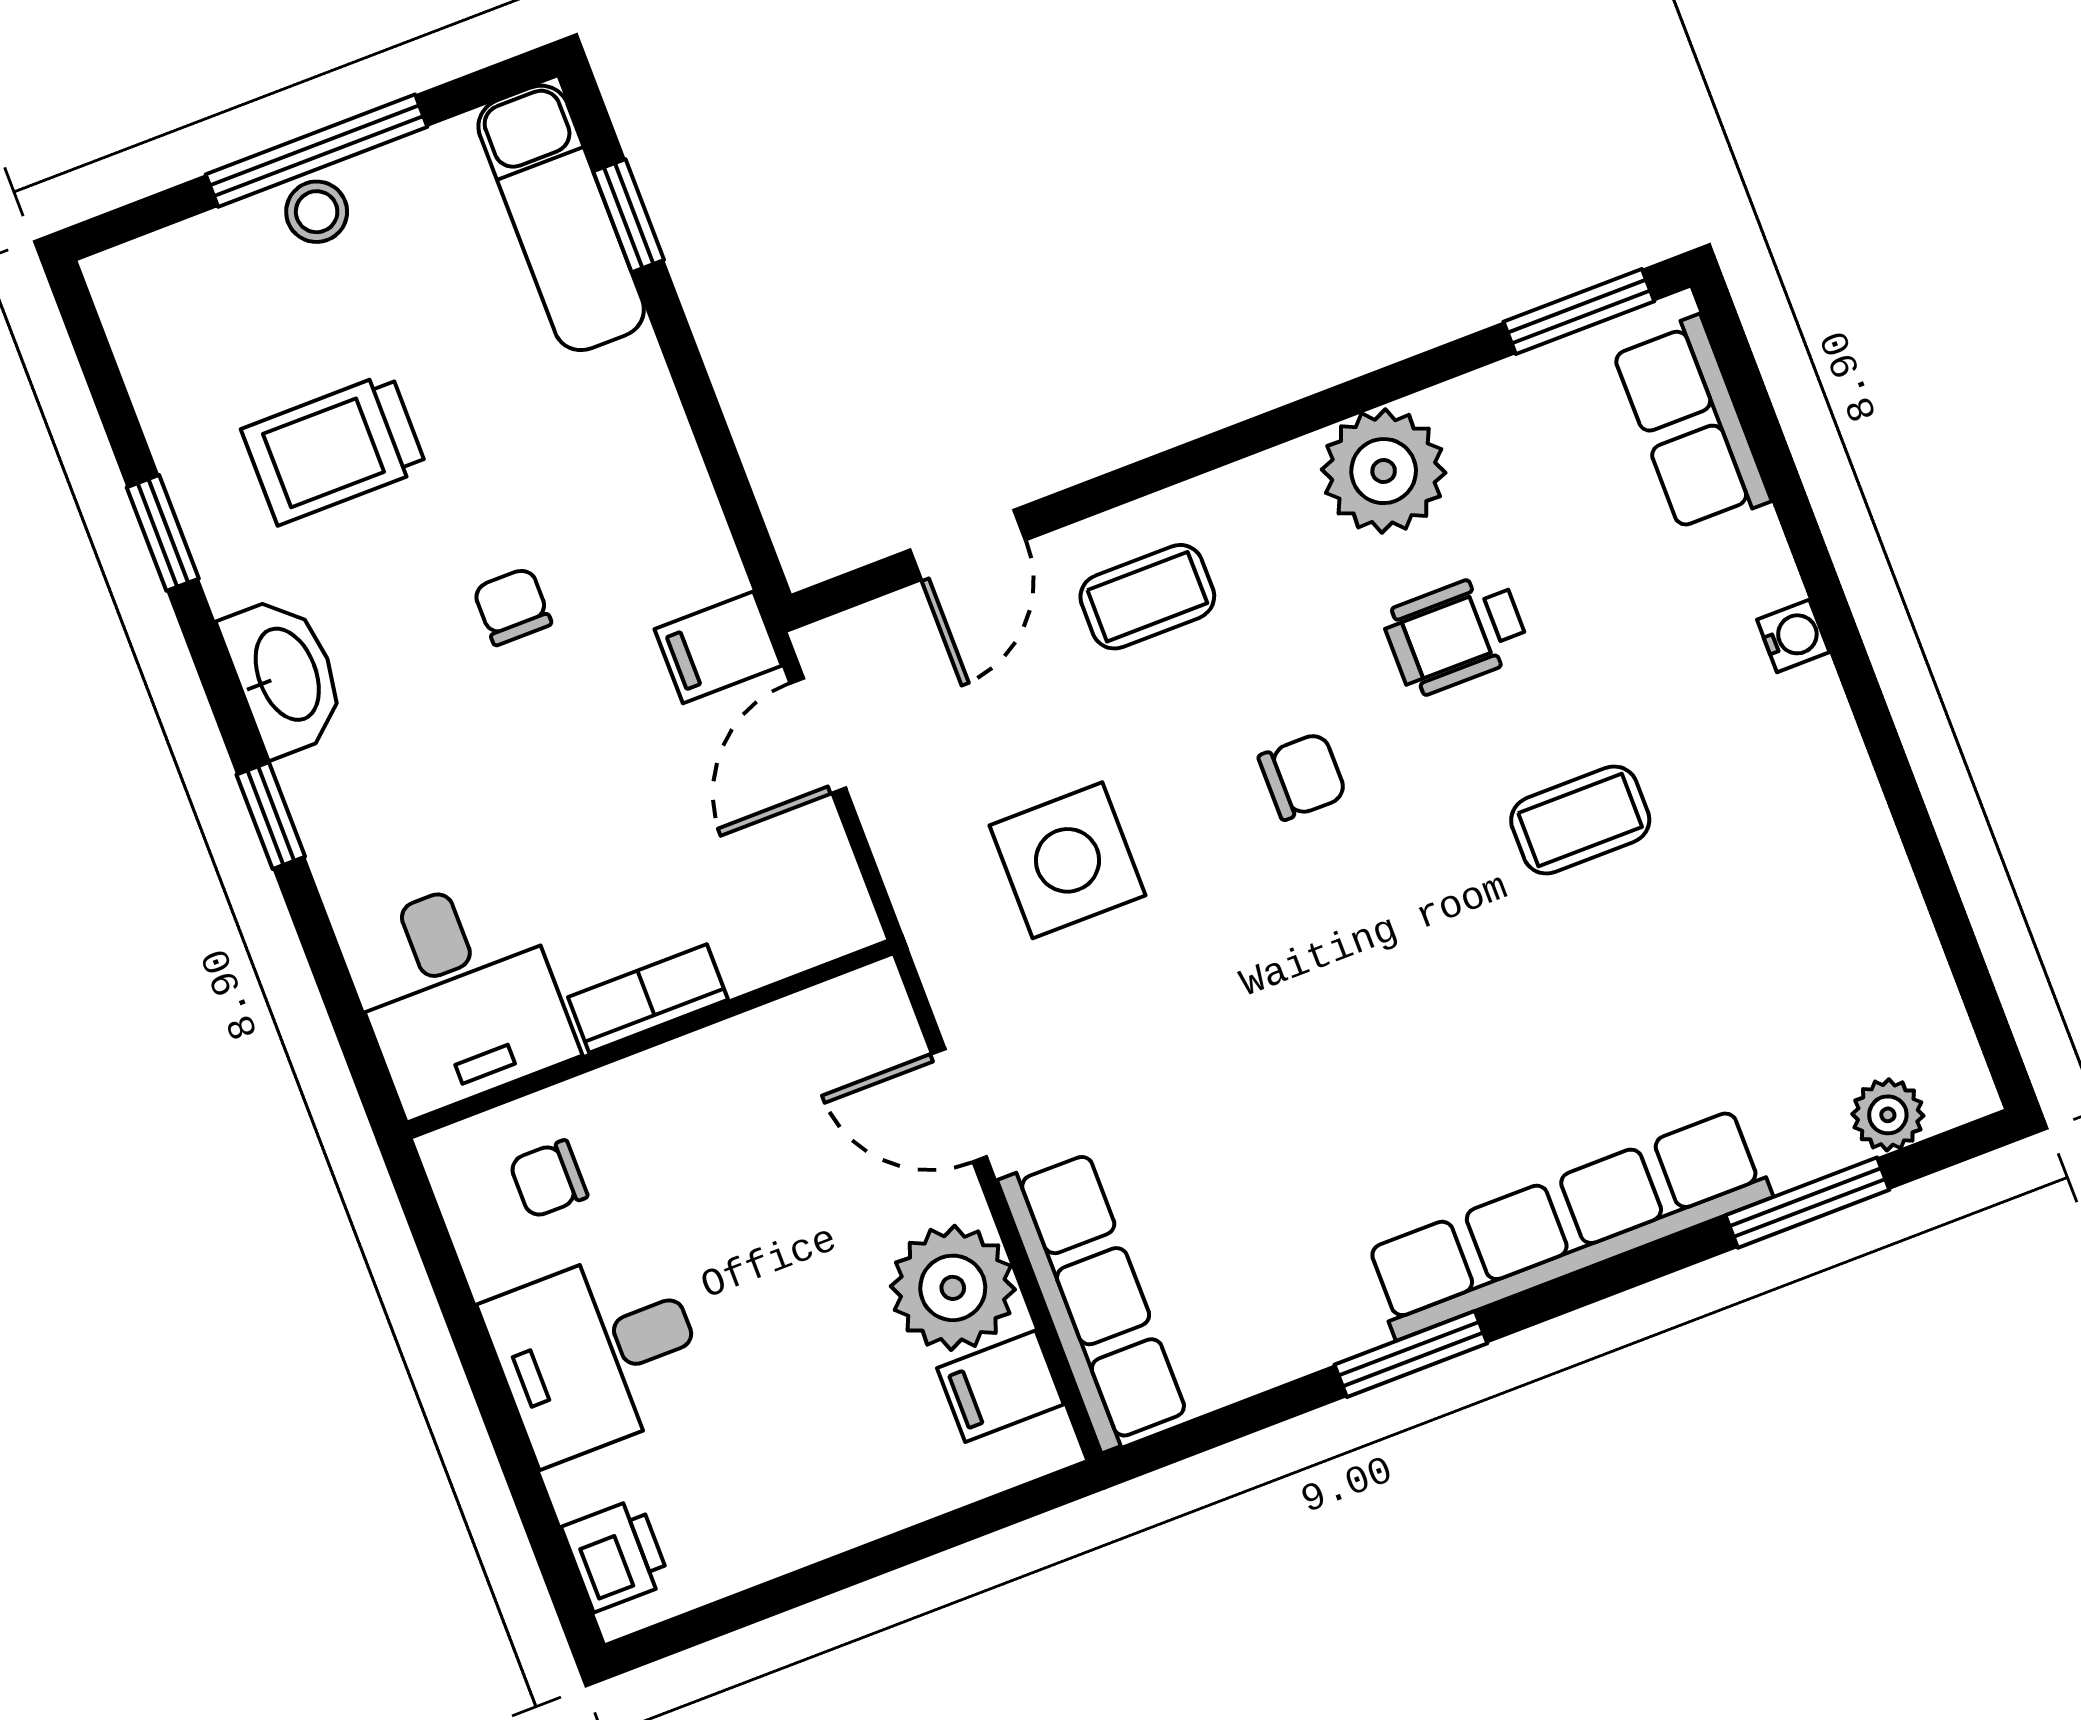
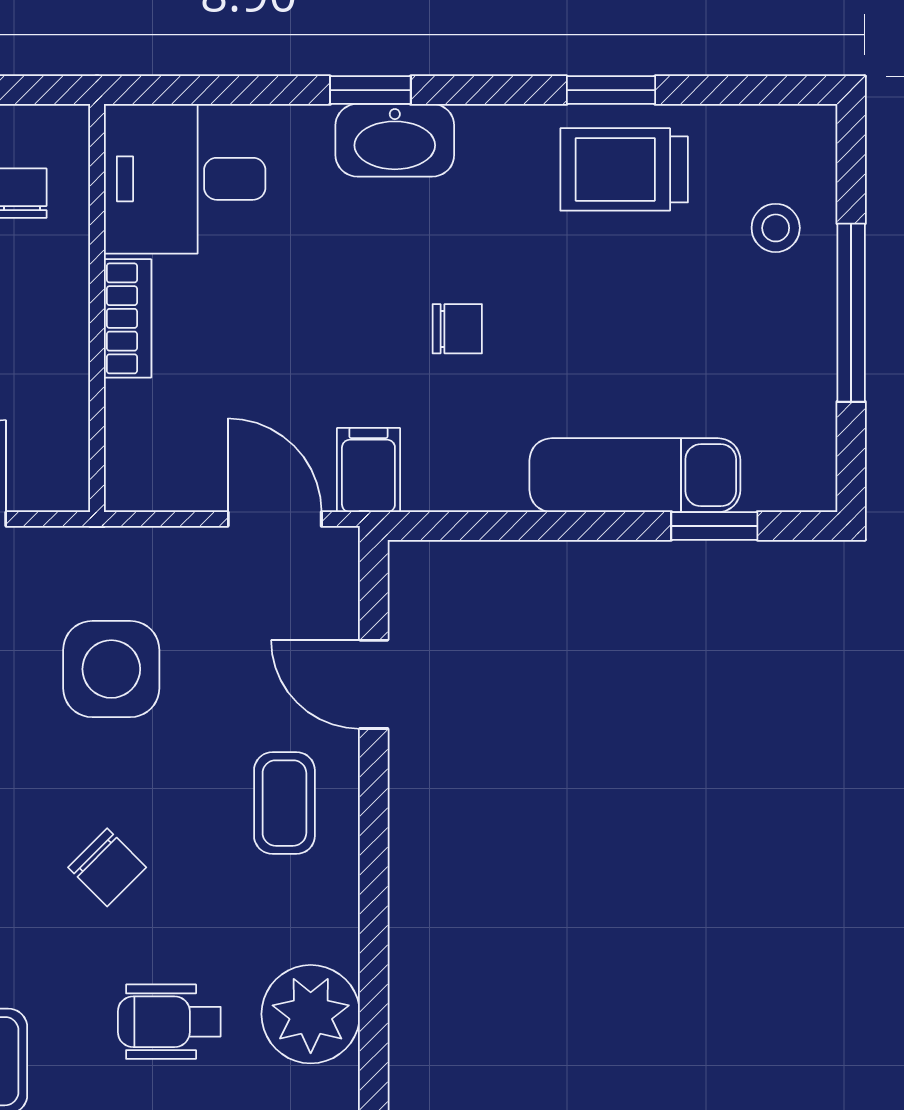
stool: (317, 212) -> (776, 228), moved
exam couch: (561, 218) -> (635, 475), moved
trolley: (334, 449) -> (624, 169), moved, turned -90
wheelchair: (1456, 634) -> (169, 1022), turned -90
washbasin: (285, 675) -> (395, 140), moved
chair: (1302, 776) -> (107, 867), turned -45

